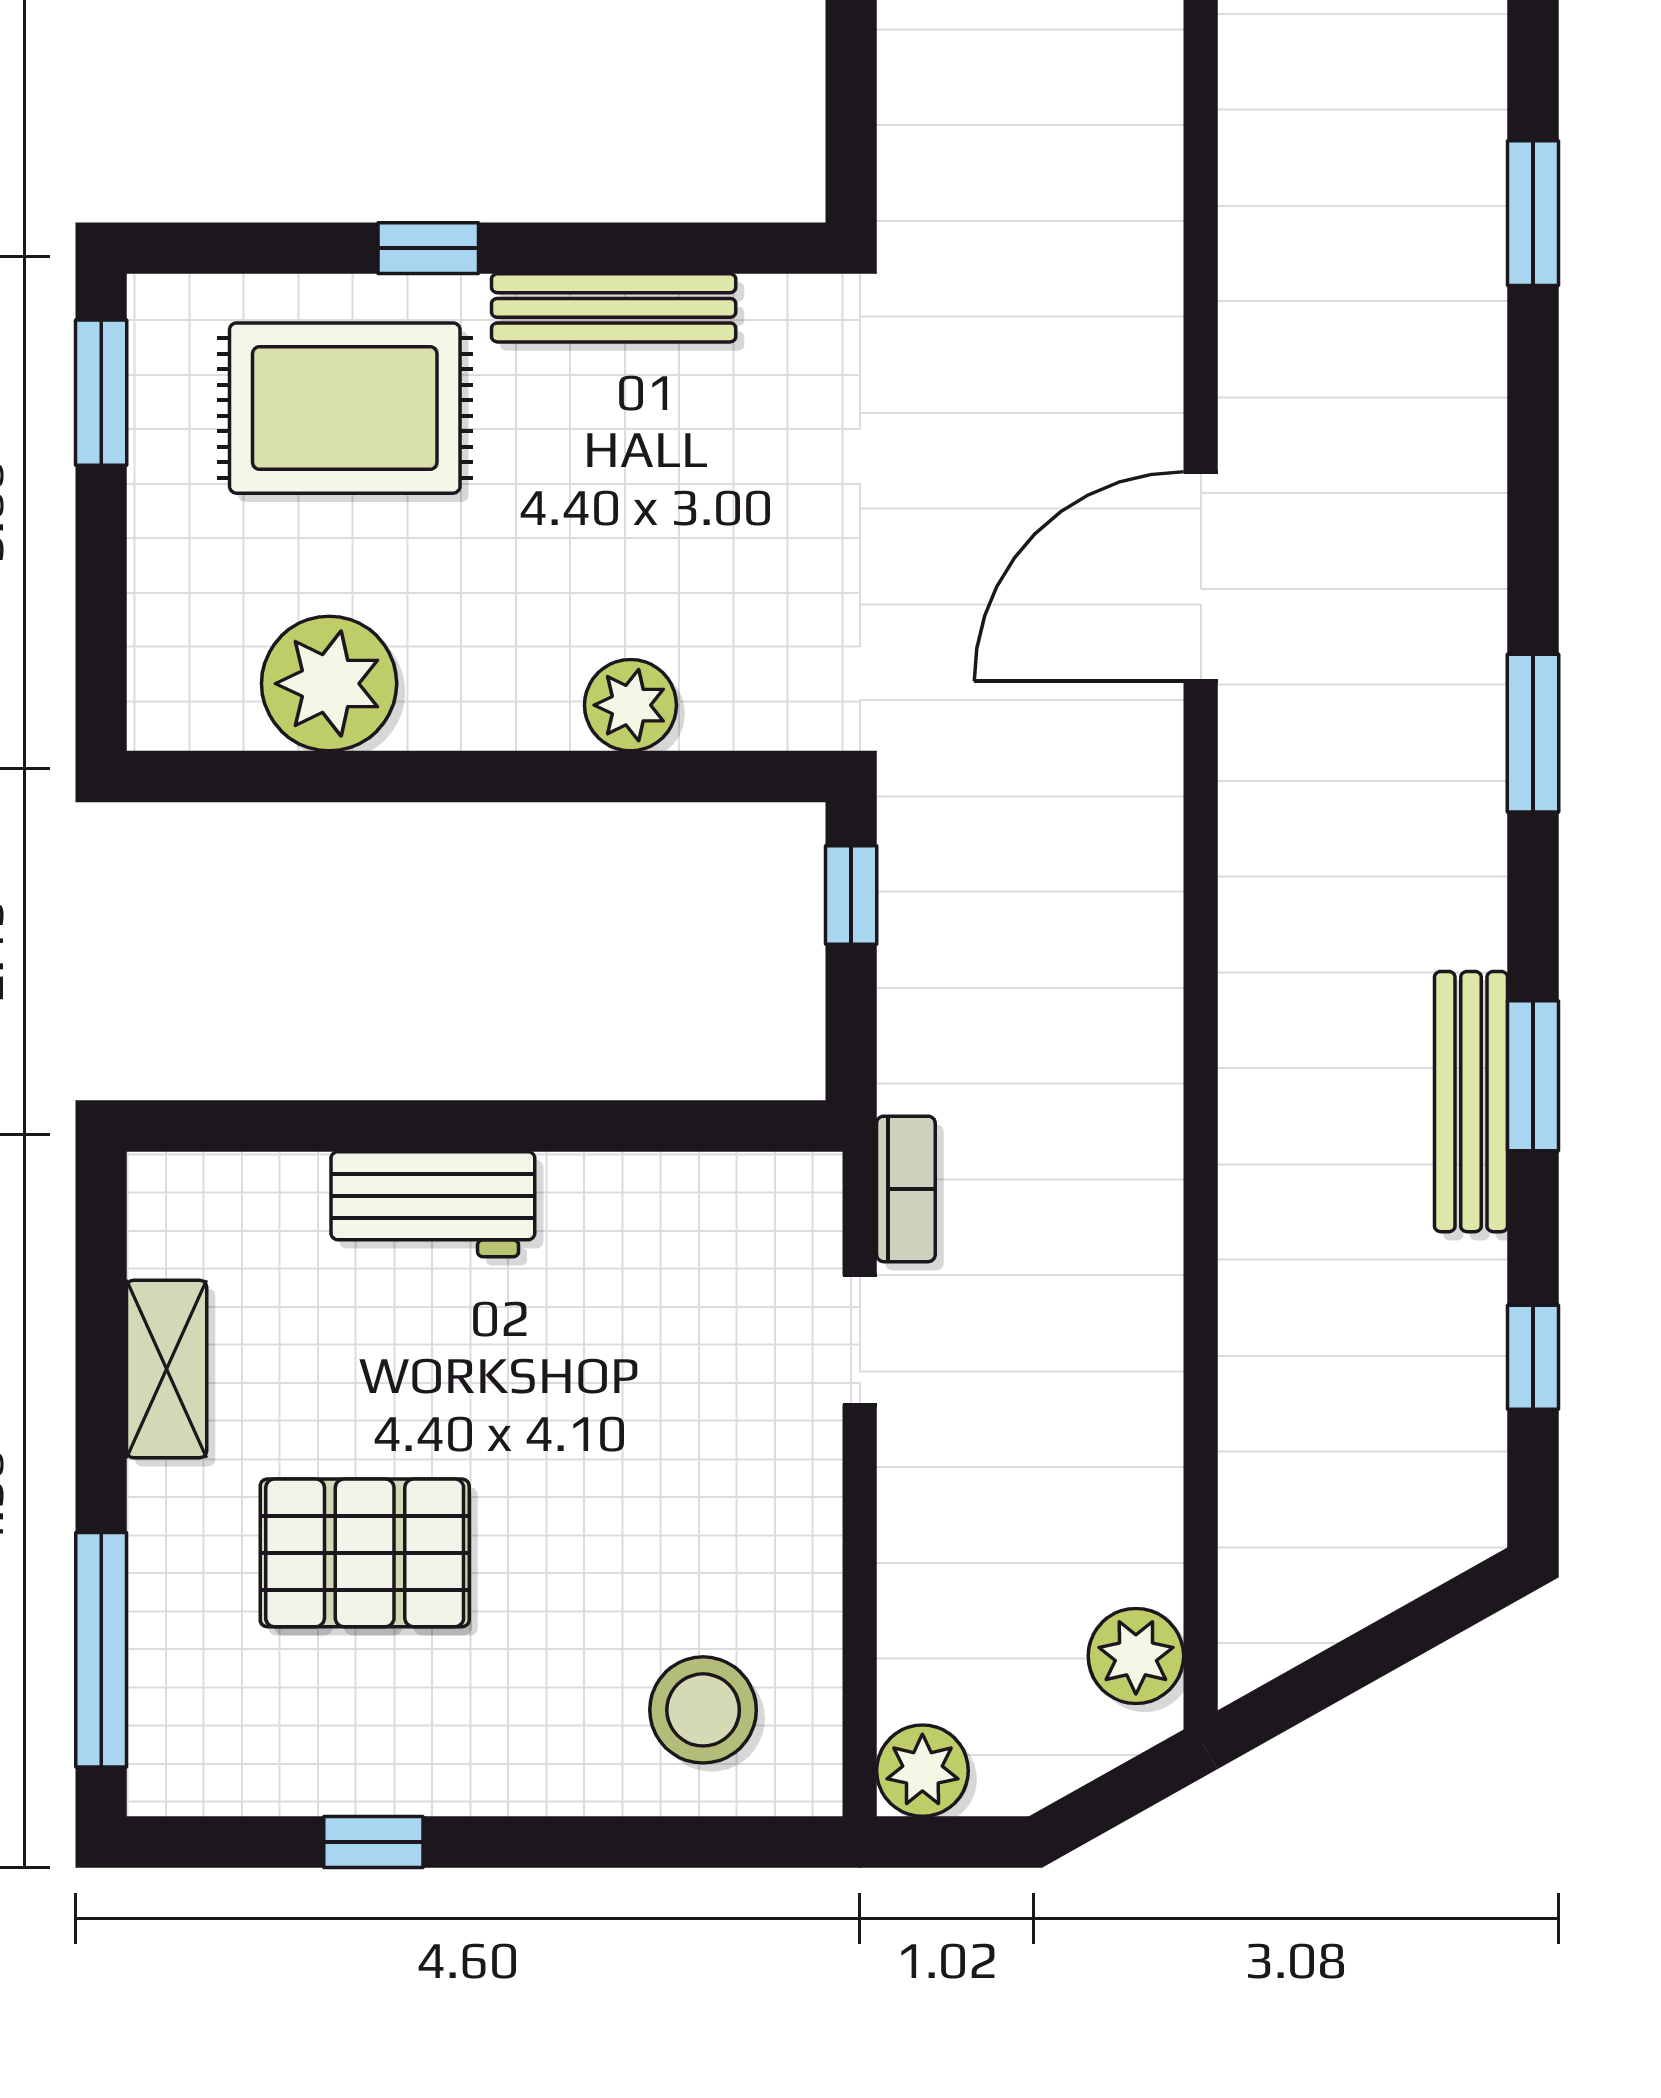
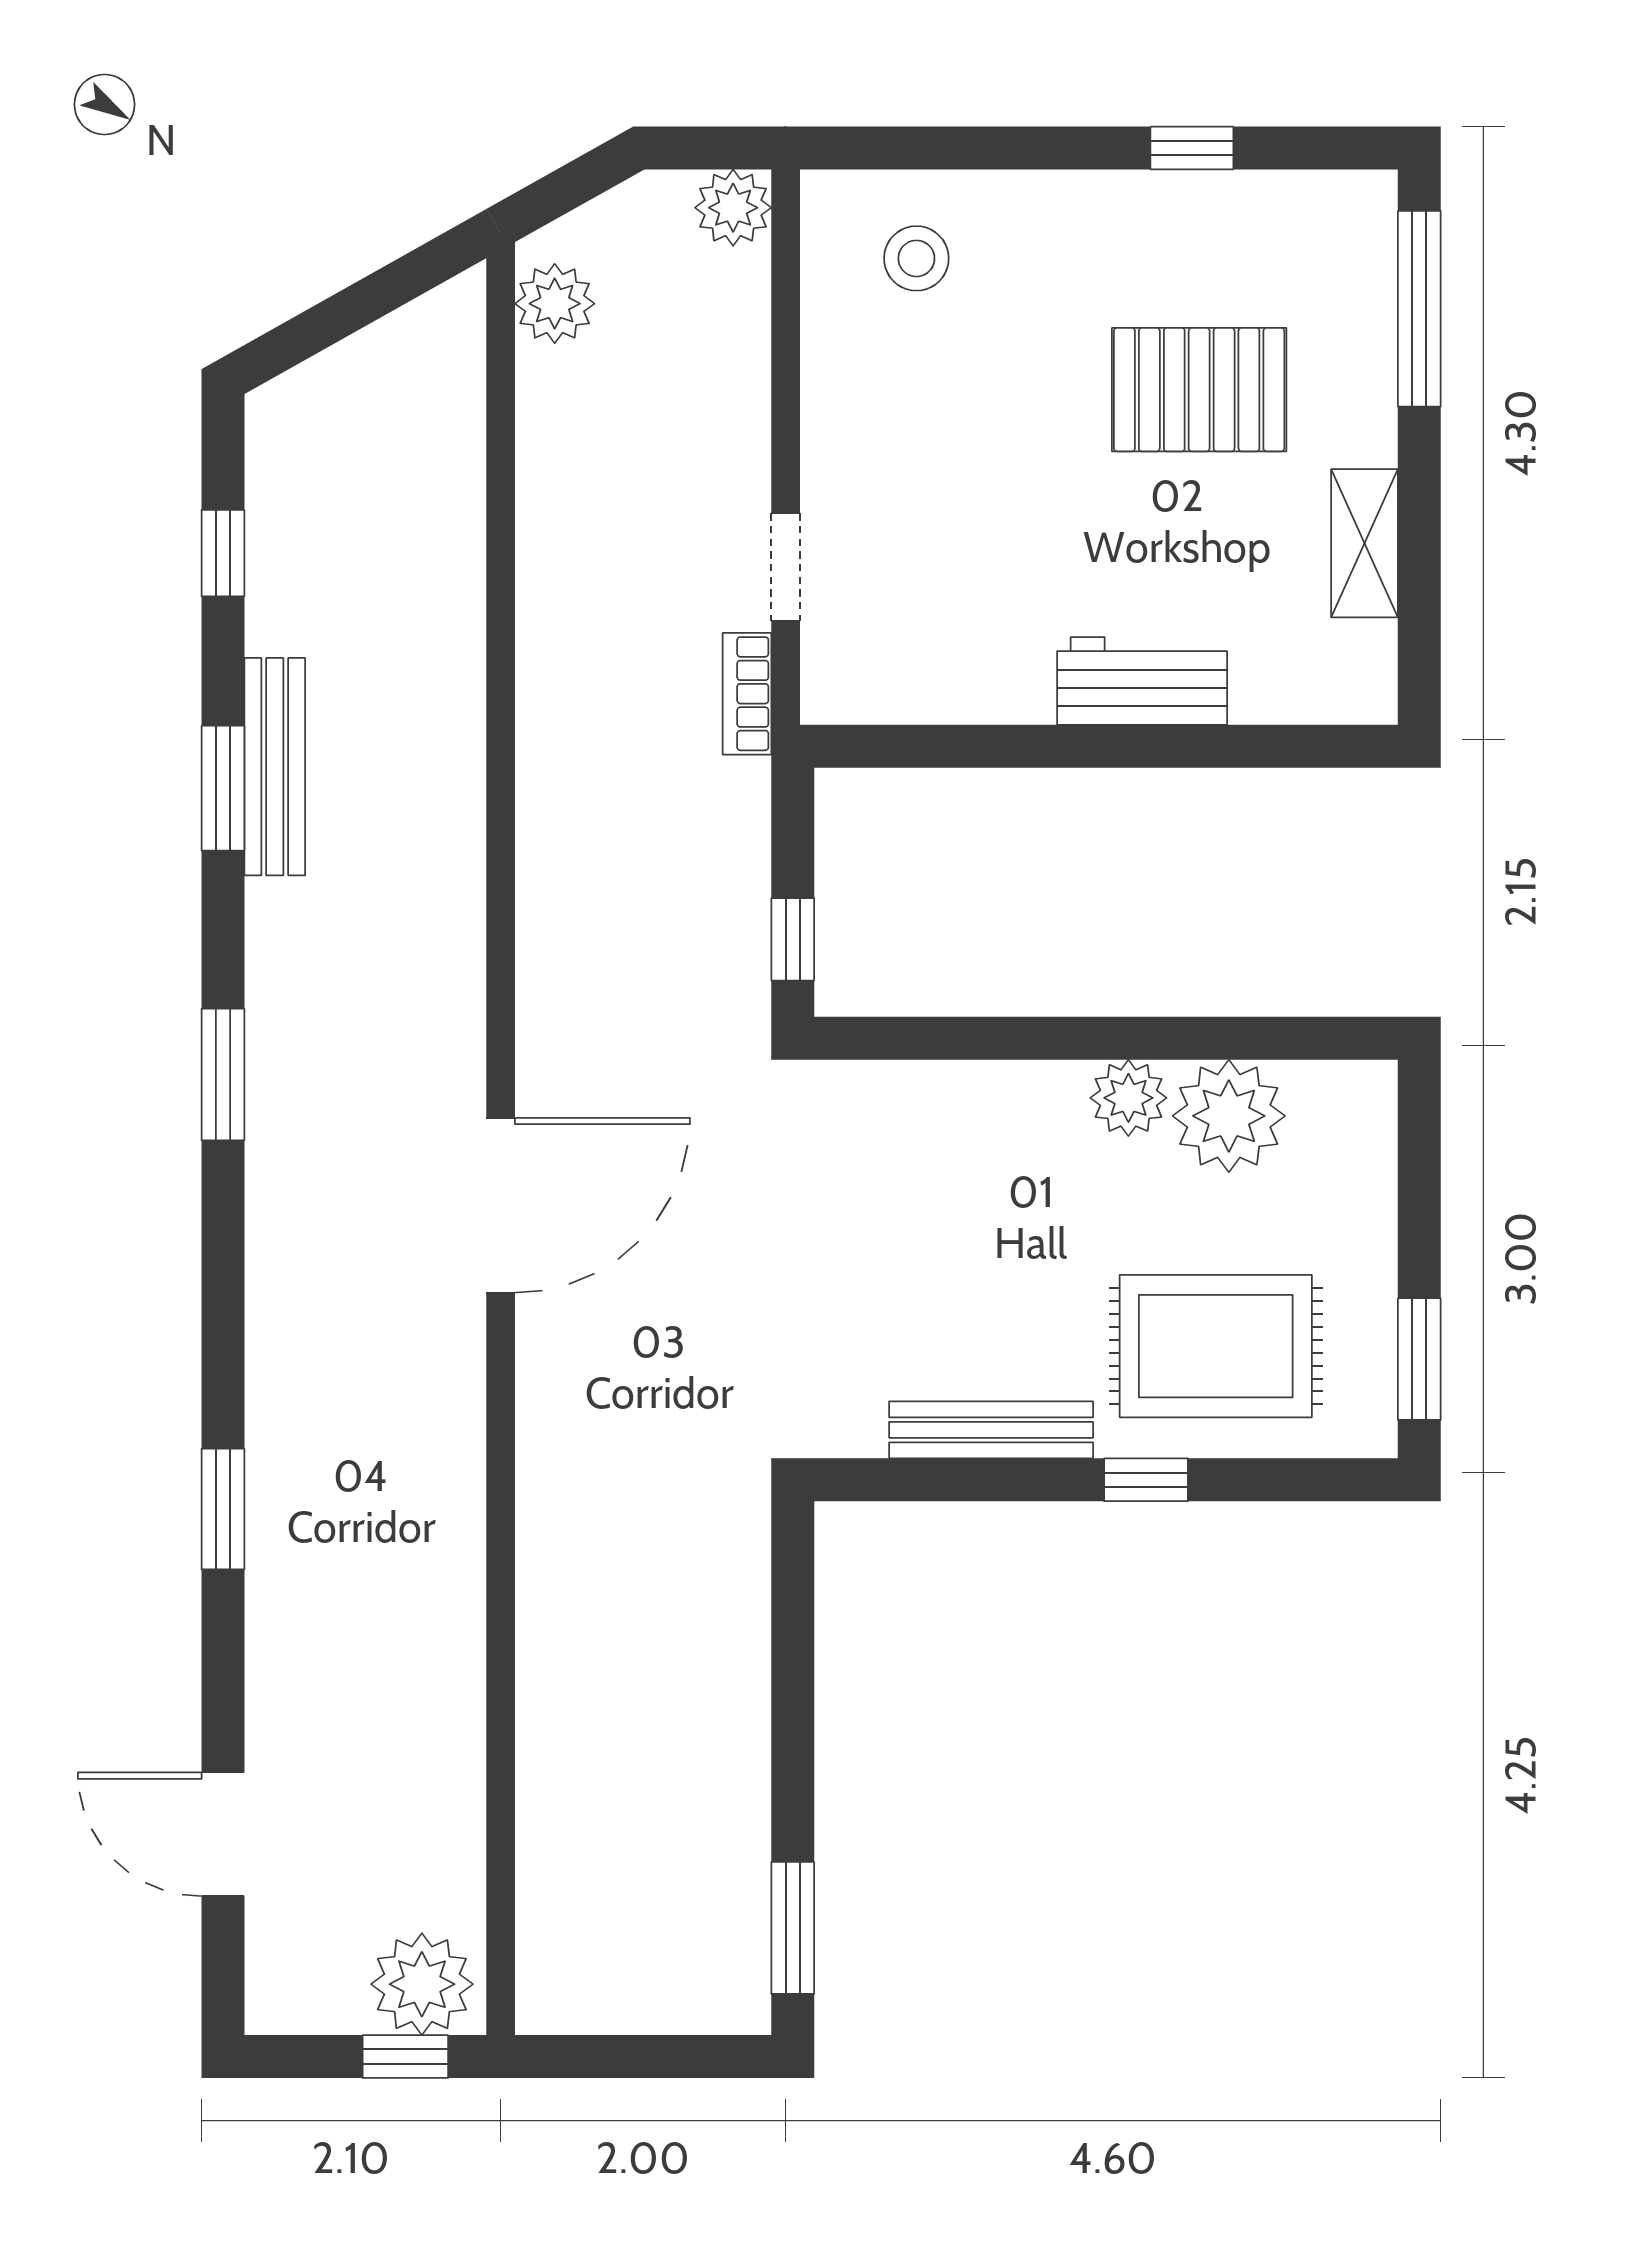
plant: (630, 705) -> (1128, 1098), moved
stool: (703, 1710) -> (916, 258), width x0.73, depth x0.73

